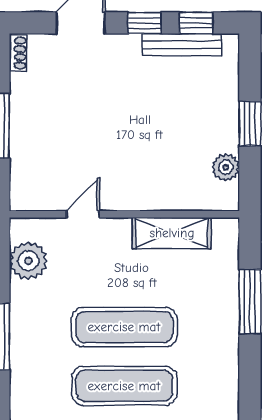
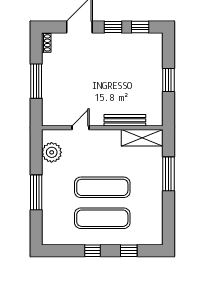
bench: (182, 45) -> (125, 120), moved
plant: (226, 167) -> (156, 103), removed
shelving: (172, 233) -> (142, 138), moved

